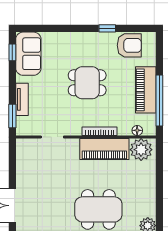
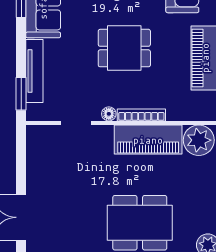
tv unit: (22, 99) -> (34, 71), width x1.41
floor lamp: (137, 130) -> (109, 114), moved

